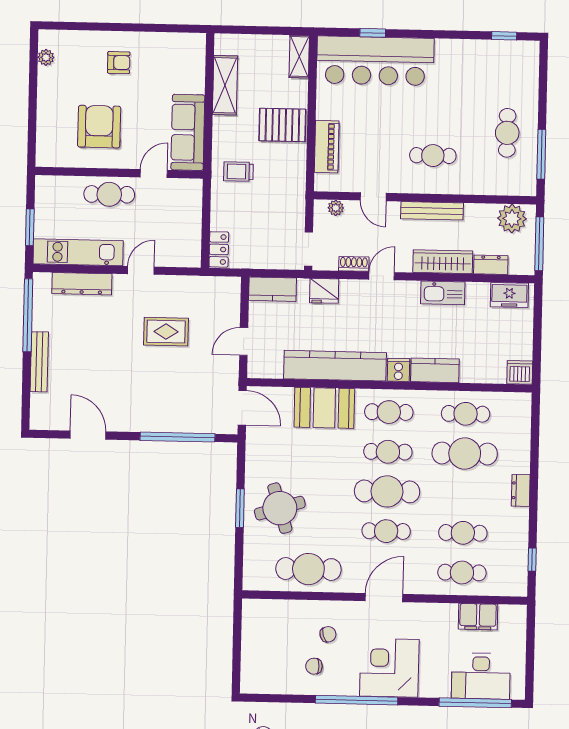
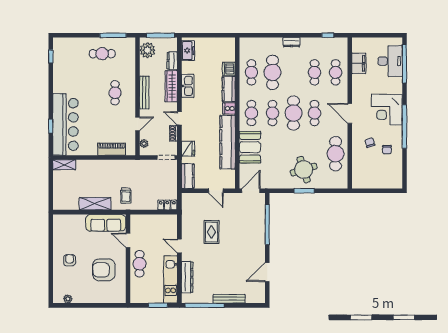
shelving: (225, 85) -> (95, 204), moved
pallet: (282, 125) -> (101, 173), removed
dishwasher: (520, 372) -> (229, 69), moved

